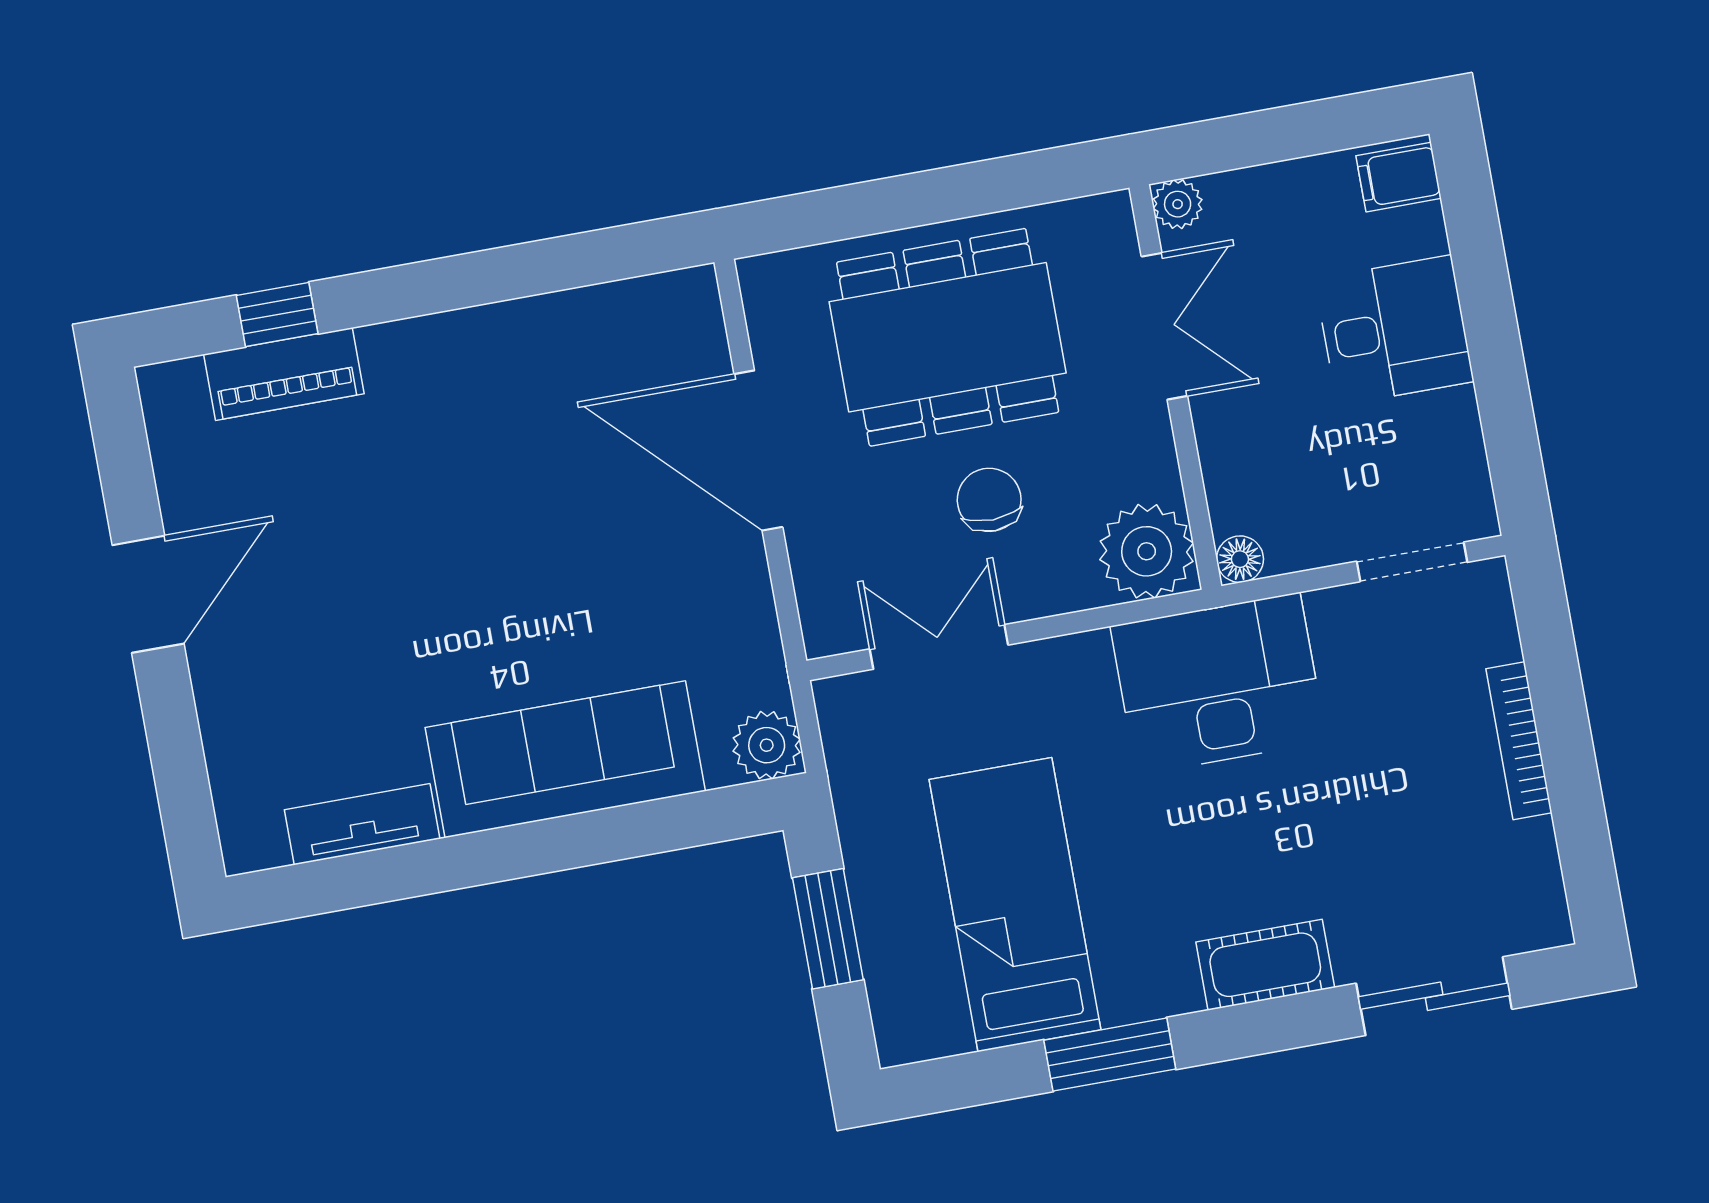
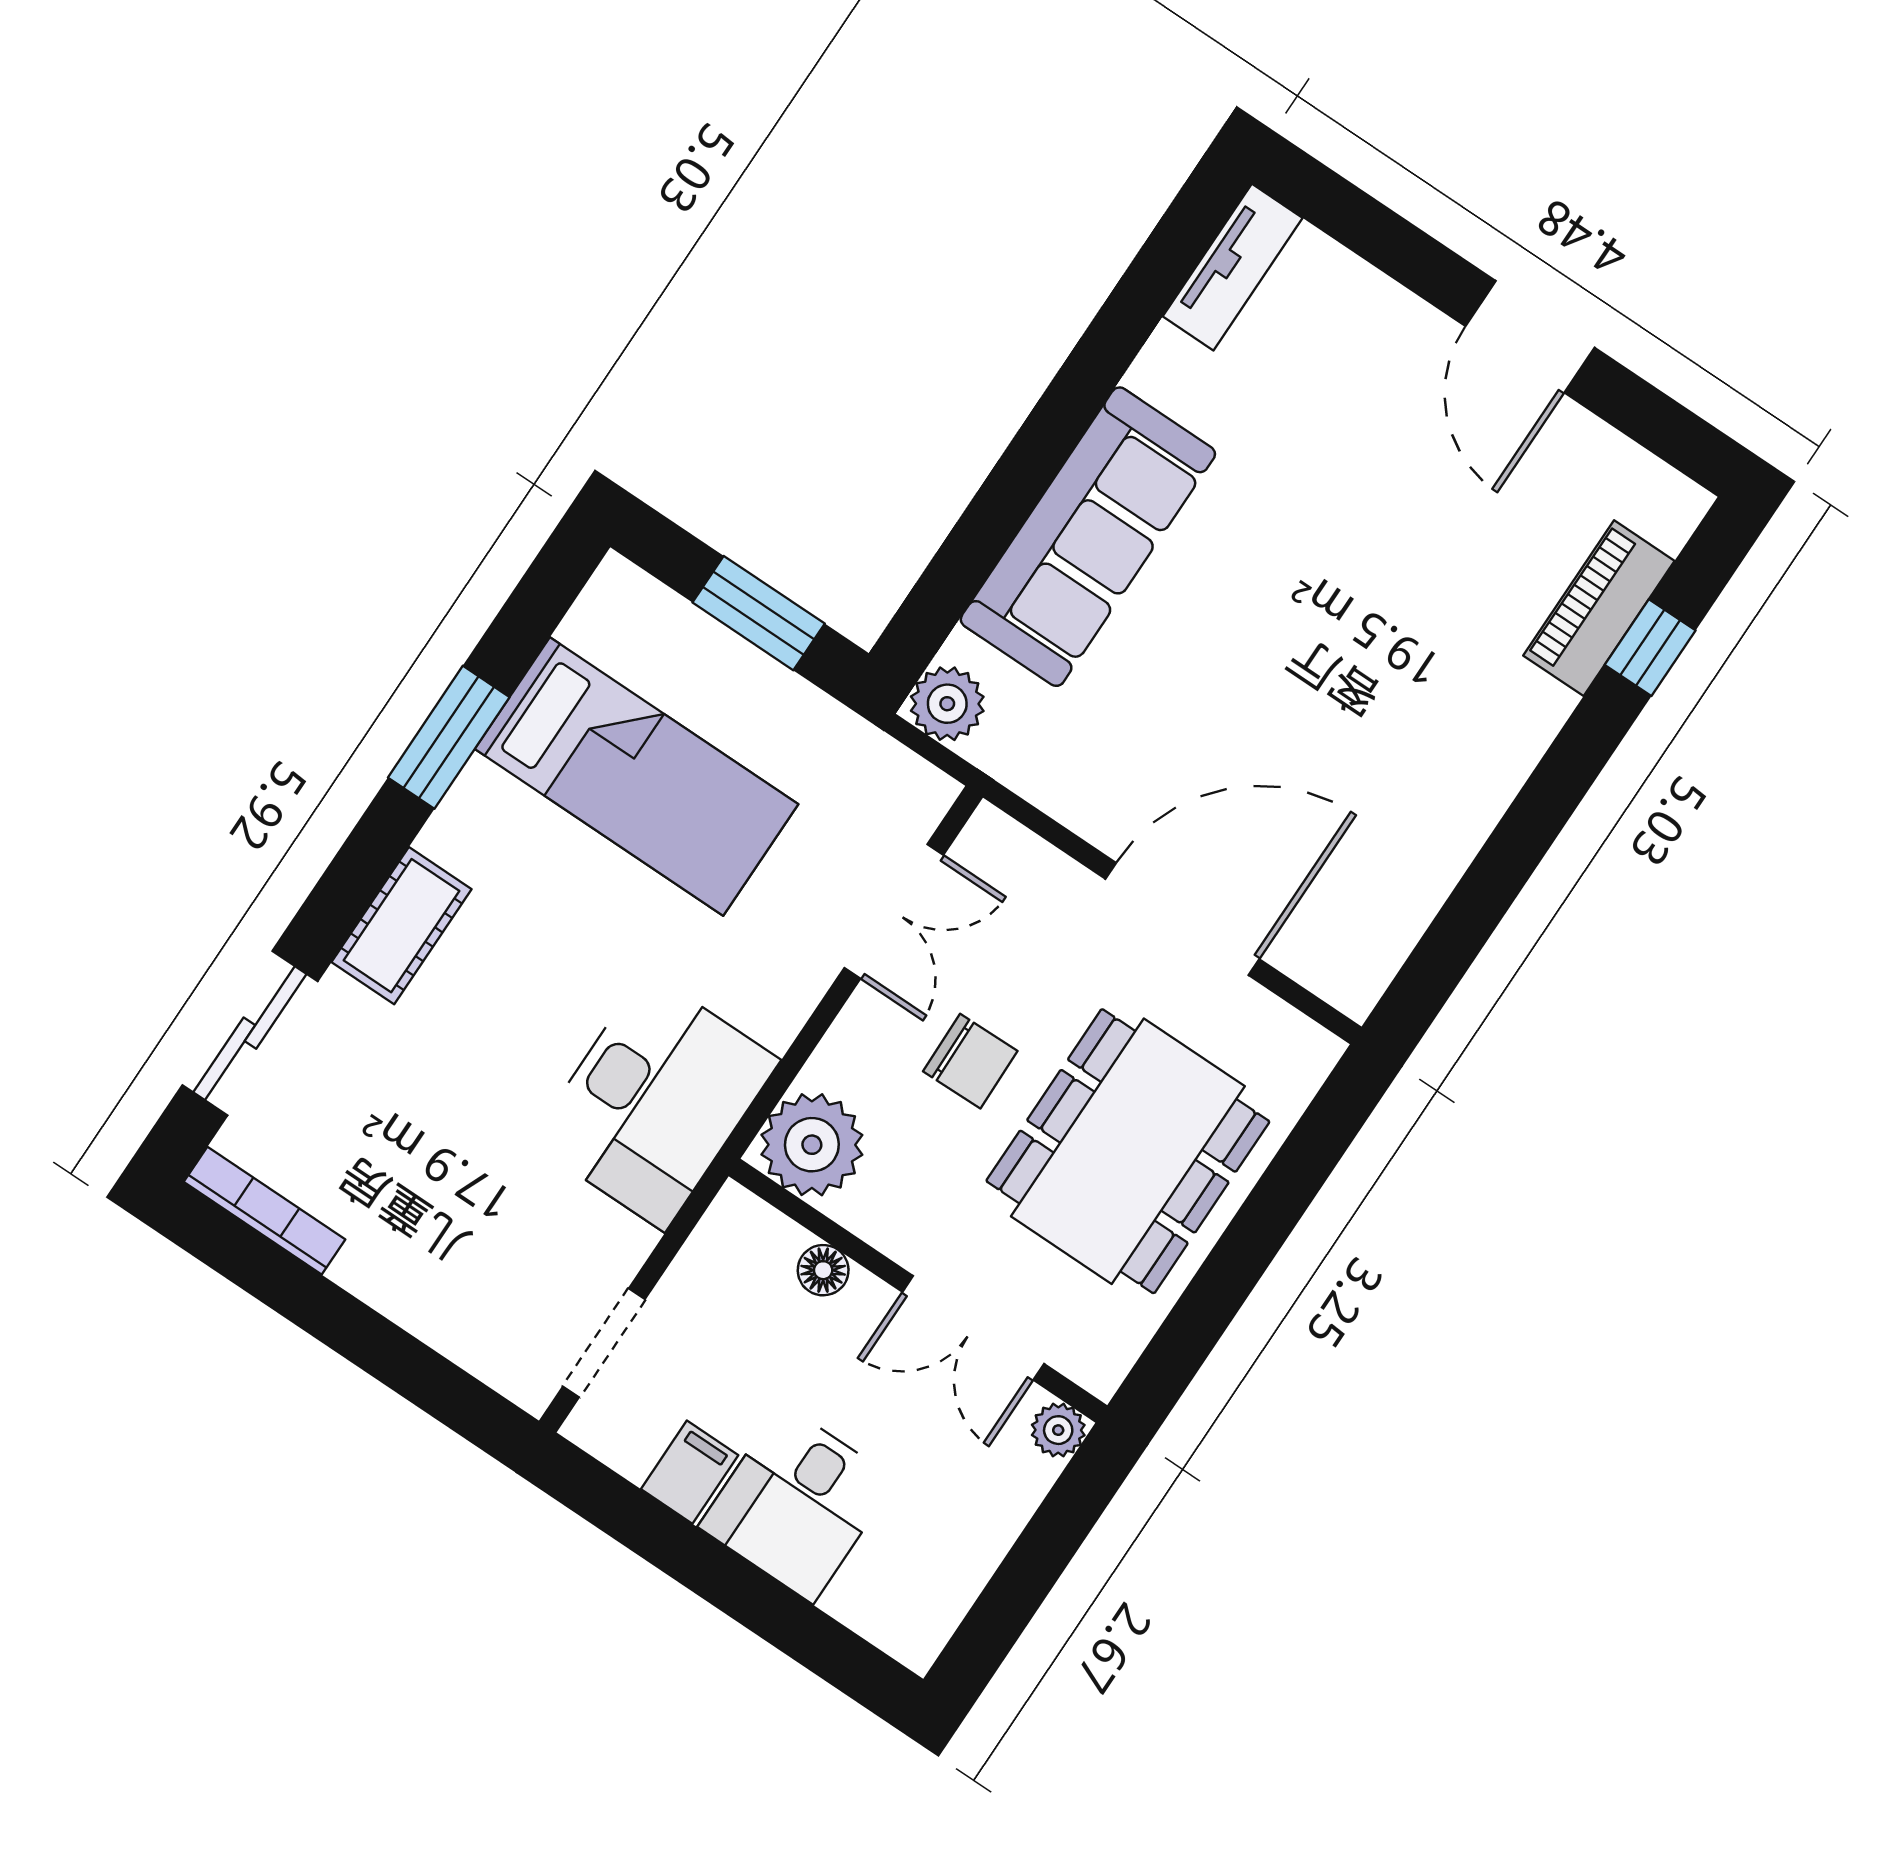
filing cabinet: (1399, 177) -> (690, 1472), moved
floor lamp: (1240, 559) -> (823, 1270), moved
bookcase: (1519, 741) -> (265, 1211), moved
tv unit: (362, 824) -> (1233, 267), moved

